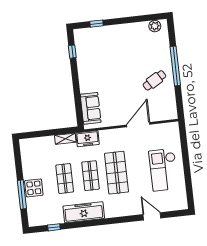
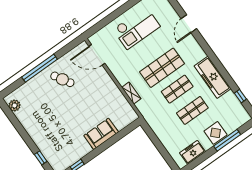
sofa: (91, 108) -> (101, 134), moved
door: (138, 125) -> (97, 55), moved
shelving: (65, 139) -> (131, 93), moved
freezer: (88, 139) -> (193, 152), moved, turned -90
door: (152, 216) -> (189, 24), moved

